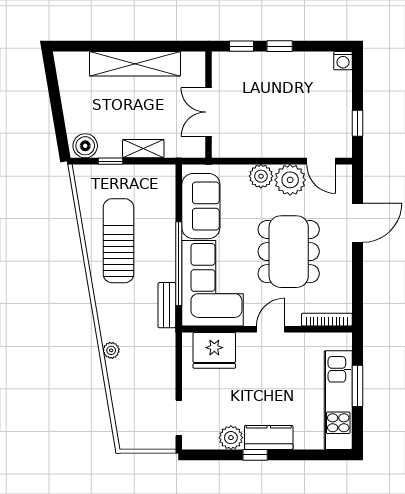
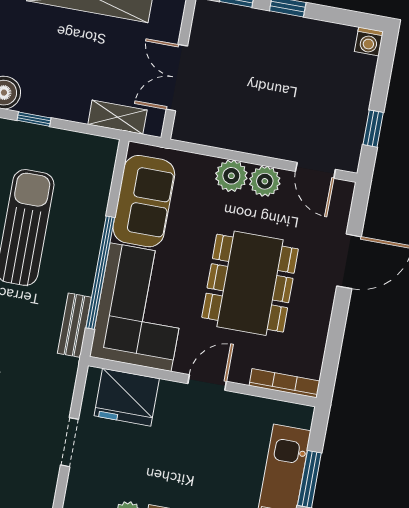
shelving: (143, 149) -> (117, 117), moved
plant: (290, 180) -> (265, 181), width x0.73, depth x0.73
doorway: (179, 418) -> (69, 442), moved

